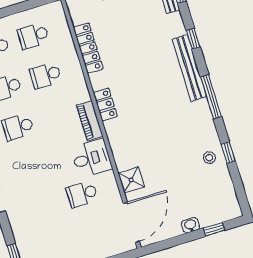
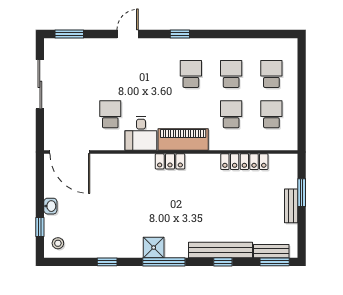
bench: (189, 68) -> (221, 250), moved
locker: (105, 105) -> (170, 161), moved
piano: (89, 121) -> (183, 139), width x1.37, depth x1.33
stool: (209, 158) -> (58, 243), moved
shower: (131, 180) -> (154, 248), moved

